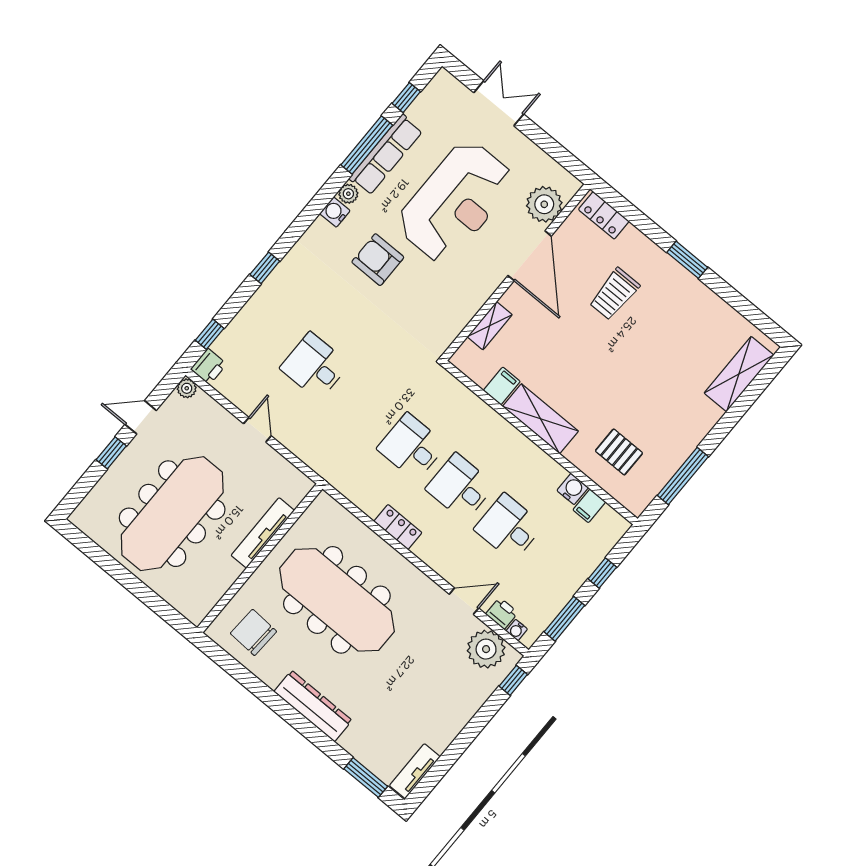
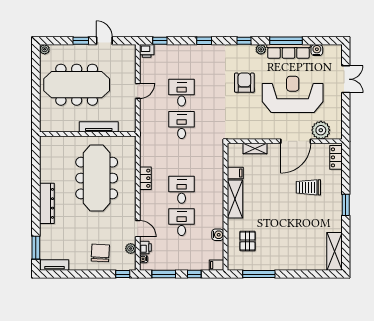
window: (406, 98) -> (244, 41), moved
reception desk: (455, 202) -> (293, 94), turned 180
water cooler: (335, 212) -> (317, 50), moved
shelving: (739, 374) -> (334, 251), moved, turned 90
plant: (187, 388) -> (45, 49), moved
desk: (412, 447) -> (182, 125), moved
filing cabinet: (589, 506) -> (217, 265), moved
chair: (253, 632) -> (100, 253), moved
plant: (486, 649) -> (131, 249), width x0.53, depth x0.53

